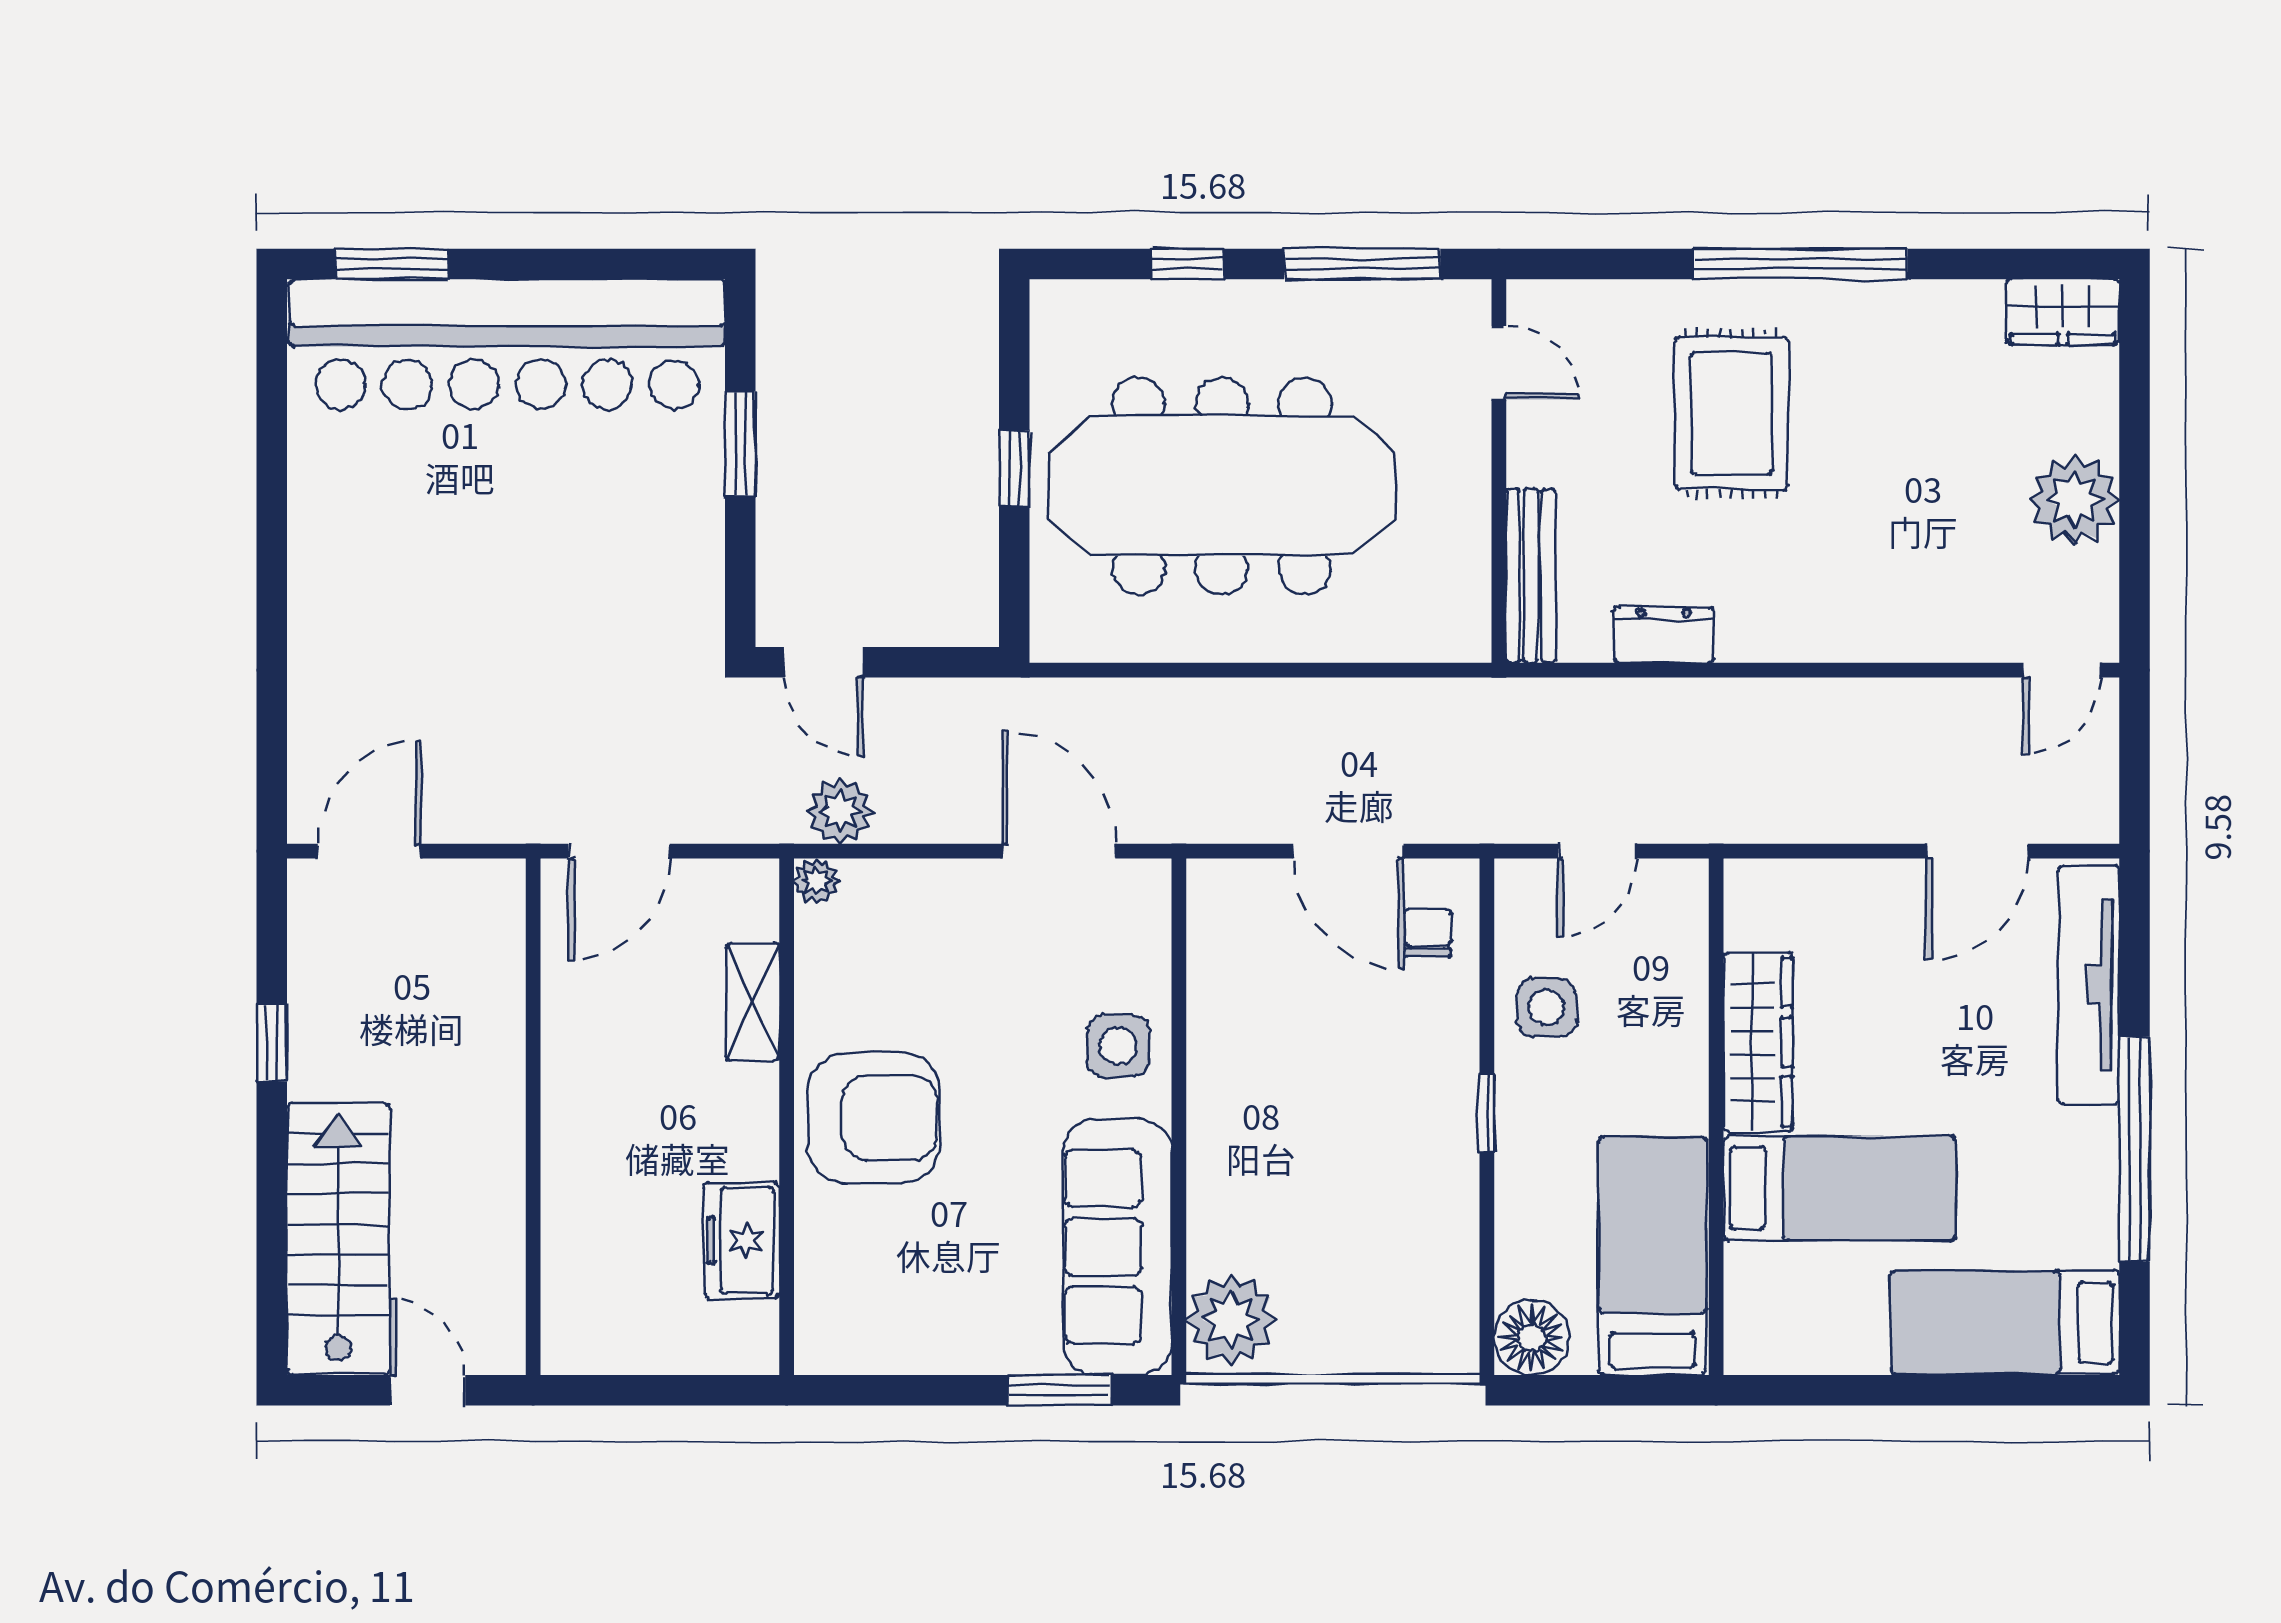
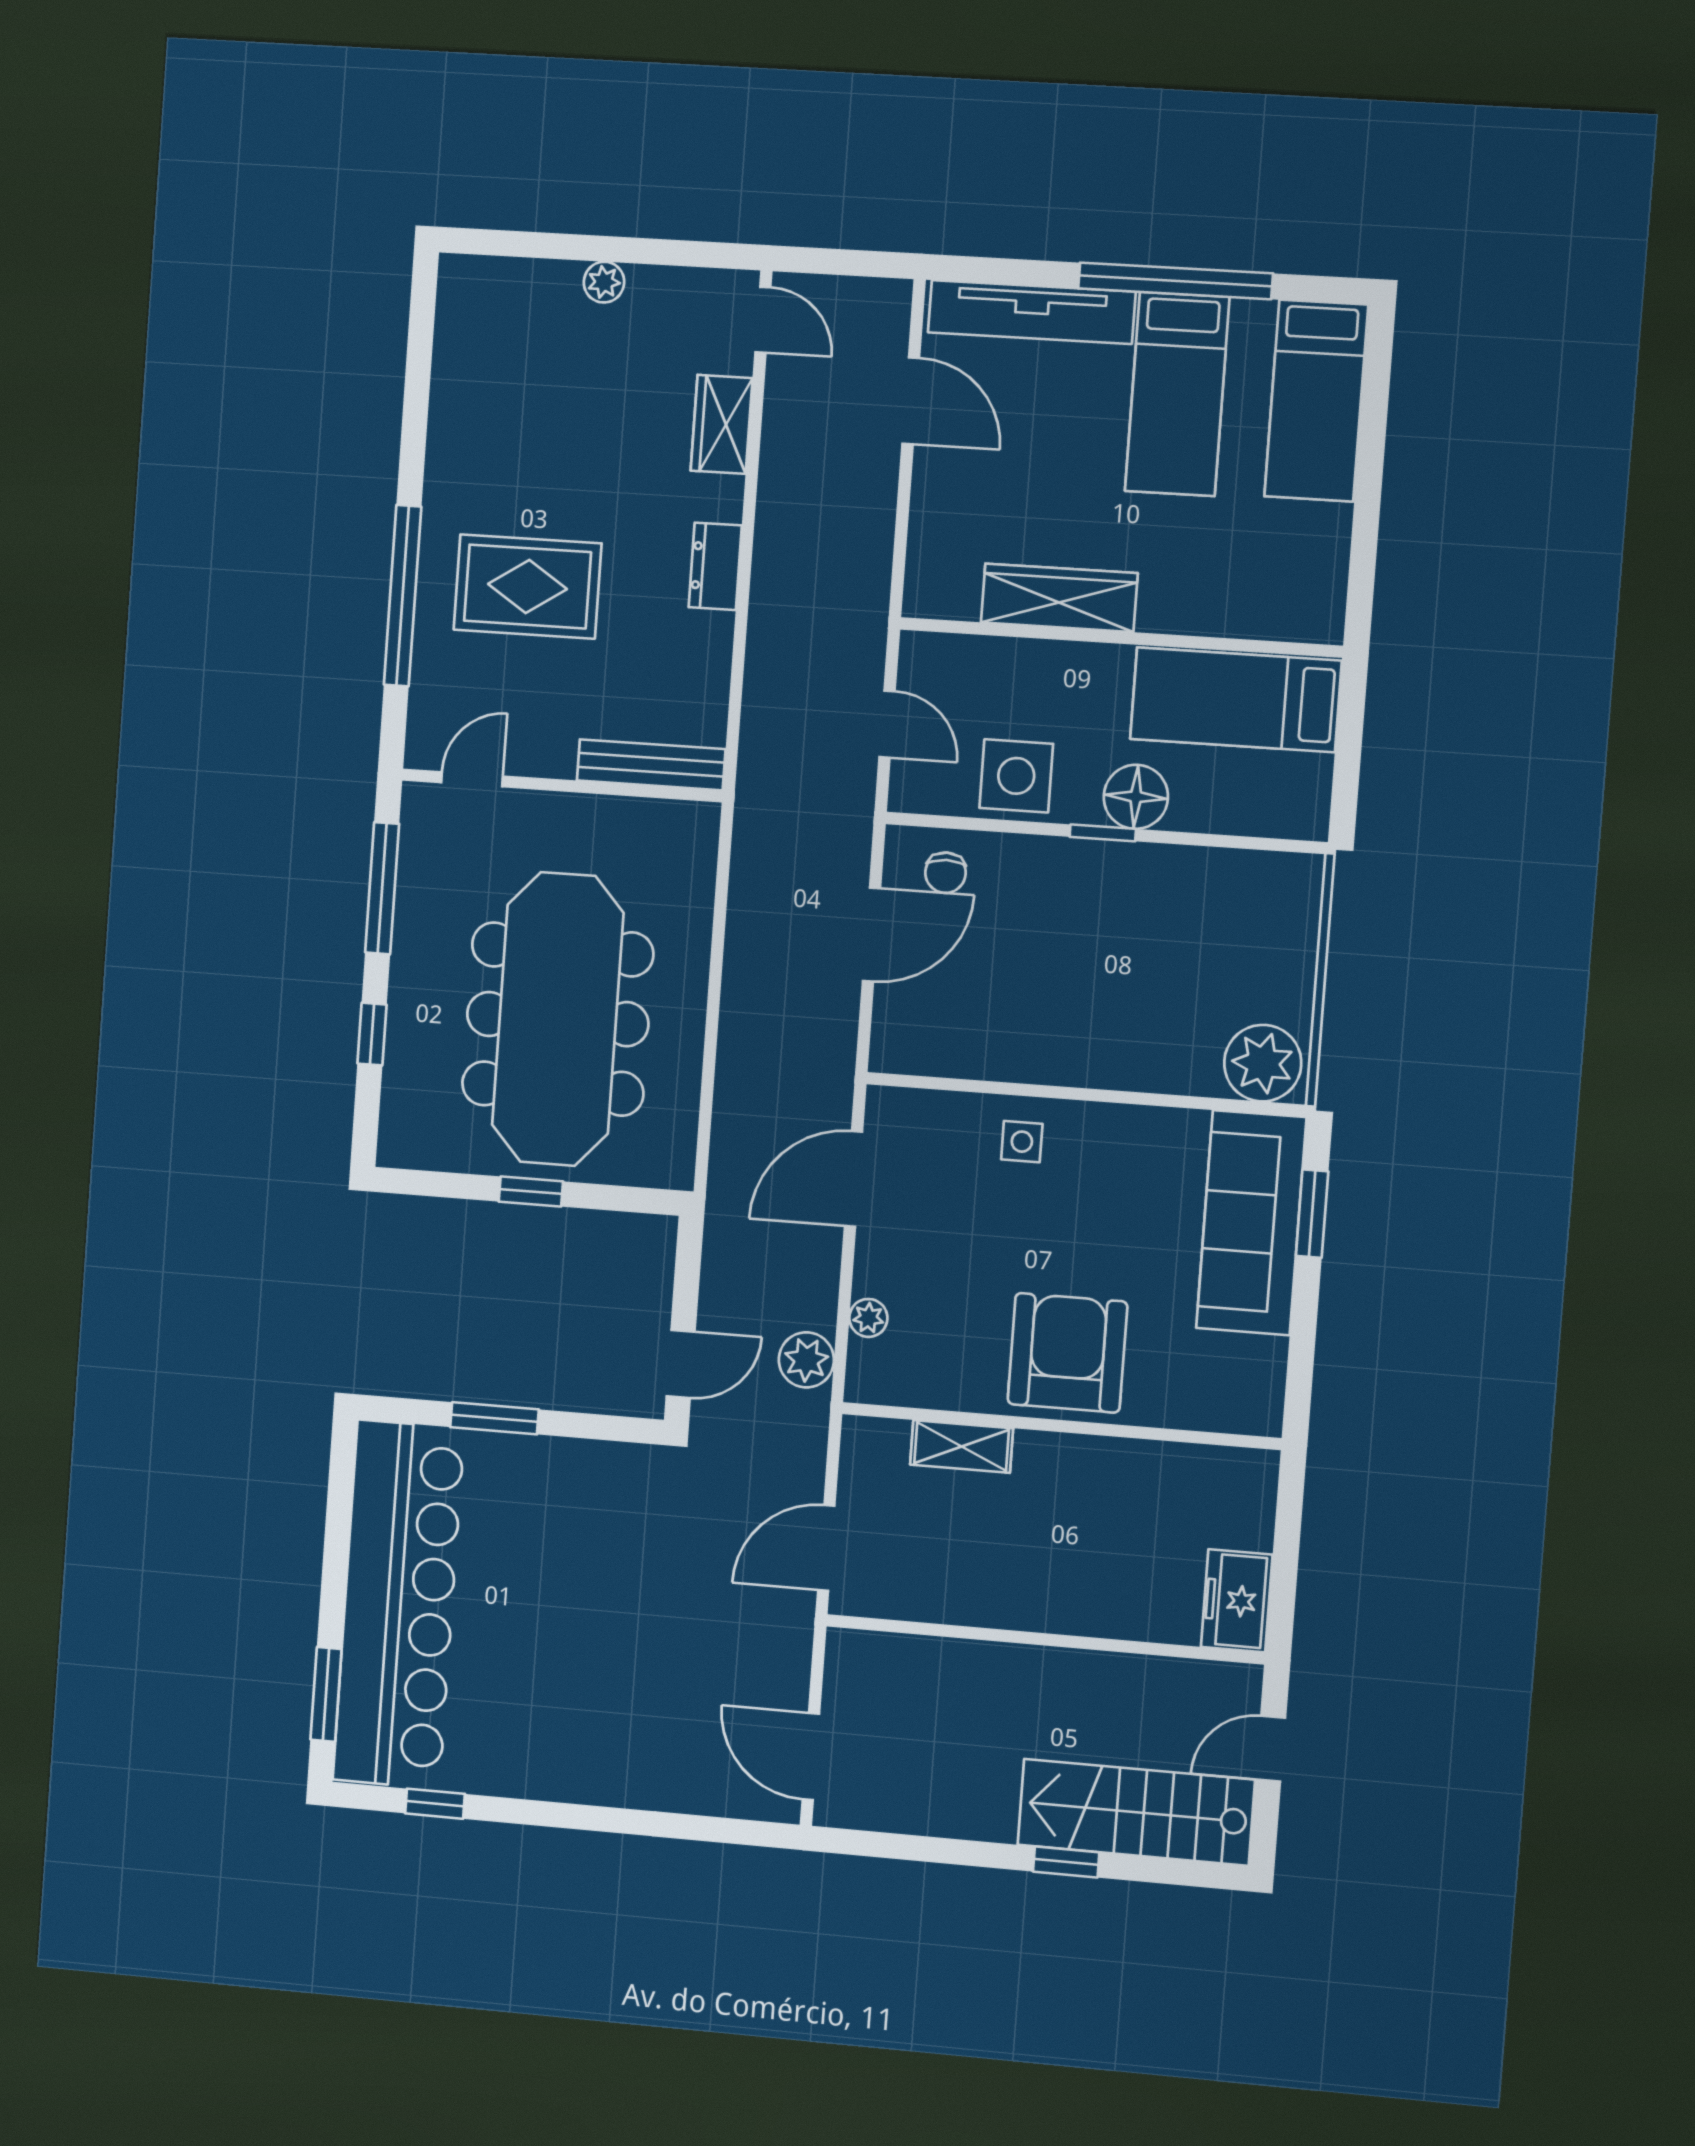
window: (1800, 264) -> (403, 596), moved
wardrobe: (2063, 312) -> (722, 424), moved, turned 180
window: (272, 405) -> (435, 1804), added
plant: (2074, 500) -> (604, 282), width x0.53, depth x0.53
dresser: (1664, 635) -> (715, 566), moved
door: (619, 851) -> (826, 1548), swing flipped
plant: (816, 881) -> (868, 1318), moved
chair: (1427, 933) -> (946, 873), turned -90
side table: (1547, 1007) -> (1016, 776), width x1.37, depth x1.37
window: (272, 1043) -> (1066, 1862), moved
side table: (1118, 1046) -> (1022, 1142), width x0.73, depth x0.73
bed: (1839, 1188) -> (1177, 394), moved, turned 180
freezer: (742, 1240) -> (1237, 1601), moved, turned 90
sofa: (1117, 1247) -> (1251, 1223), moved, turned 90
floor lamp: (1532, 1338) -> (1136, 797), moved

